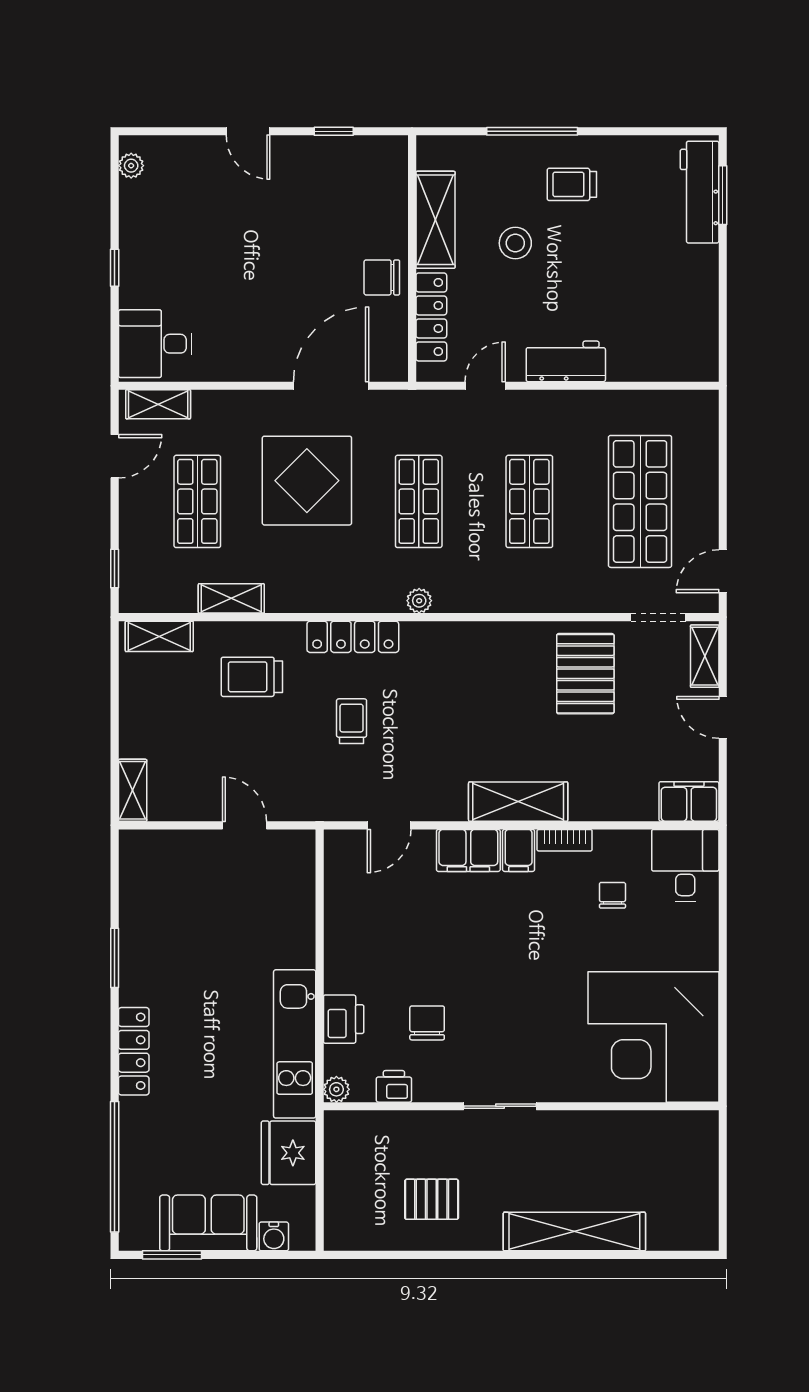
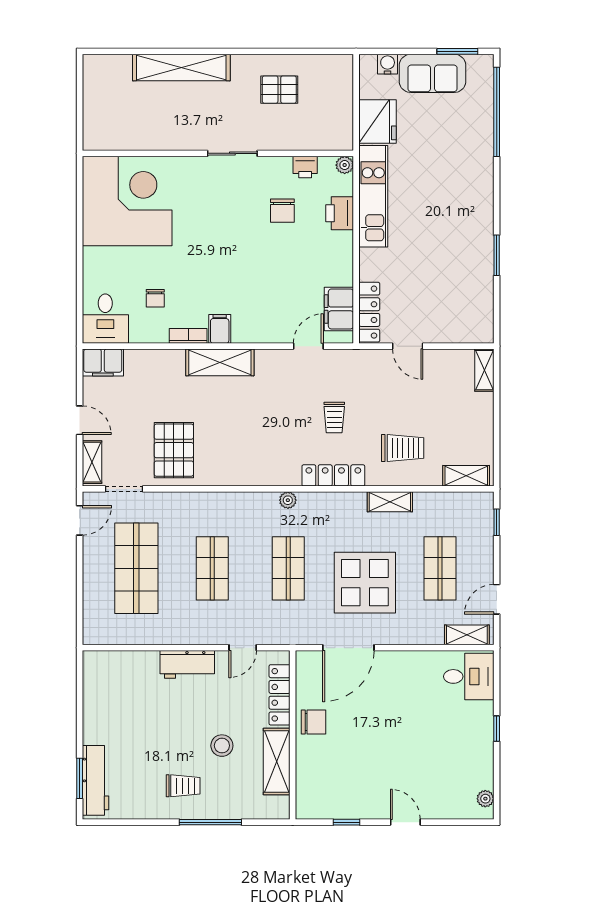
shelving: (231, 598) -> (390, 502), moved
filing cabinet: (468, 850) -> (339, 309), moved, turned -90
locker: (134, 1051) -> (369, 312), moved, turned 180

